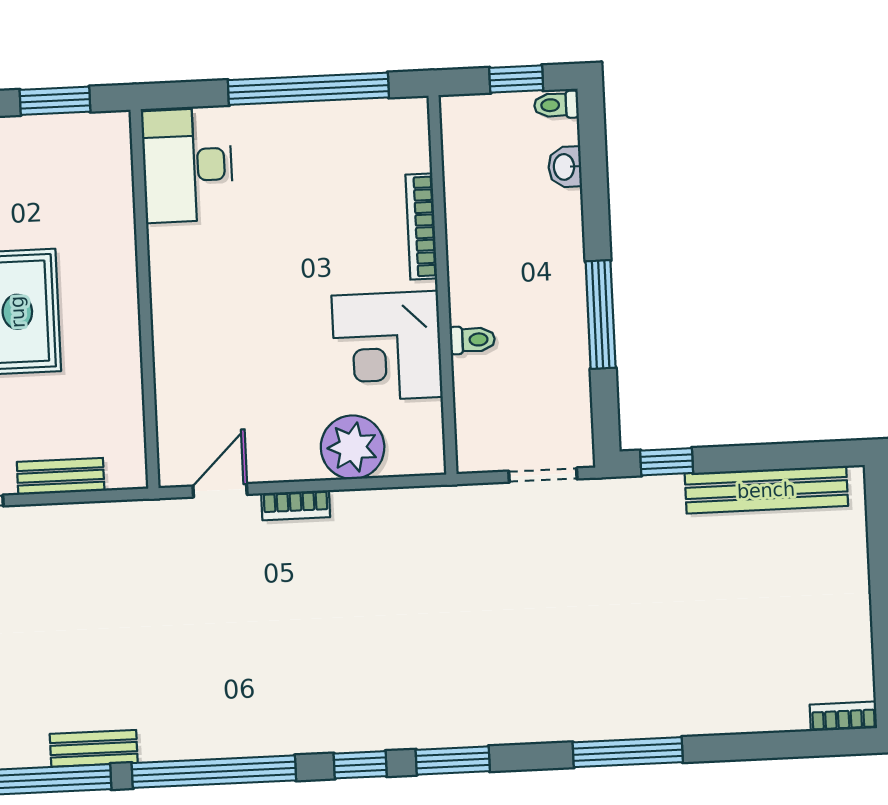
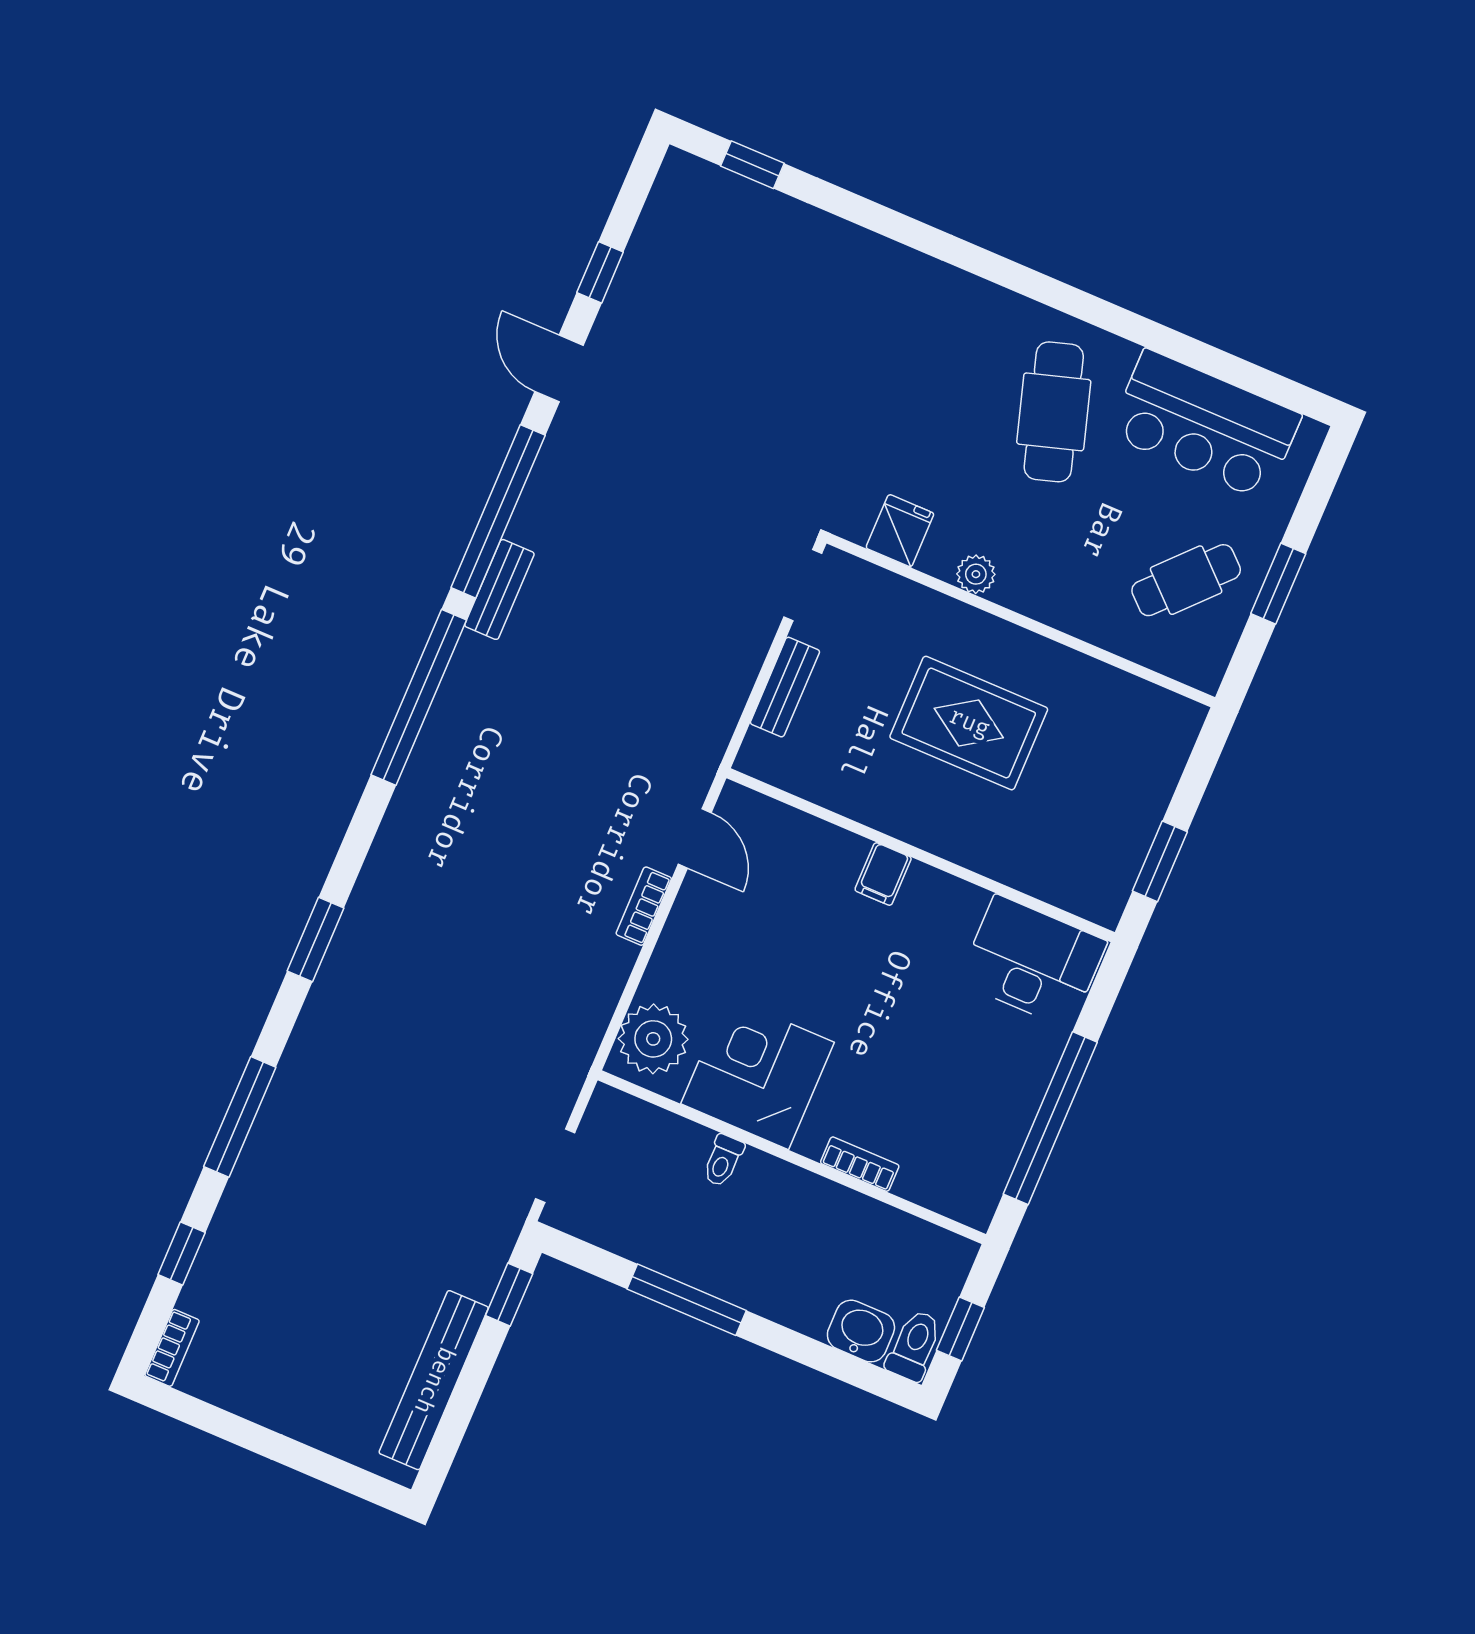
toilet: (556, 105) -> (914, 1345), width x1.37, depth x1.39
washbasin: (565, 167) -> (861, 1331), width x1.38, depth x1.45
bookcase: (421, 227) -> (860, 1164), width x0.64
filing cabinet: (175, 322) -> (883, 874), added
plant: (353, 447) -> (653, 1039), moved
window: (360, 765) -> (182, 1253), moved

